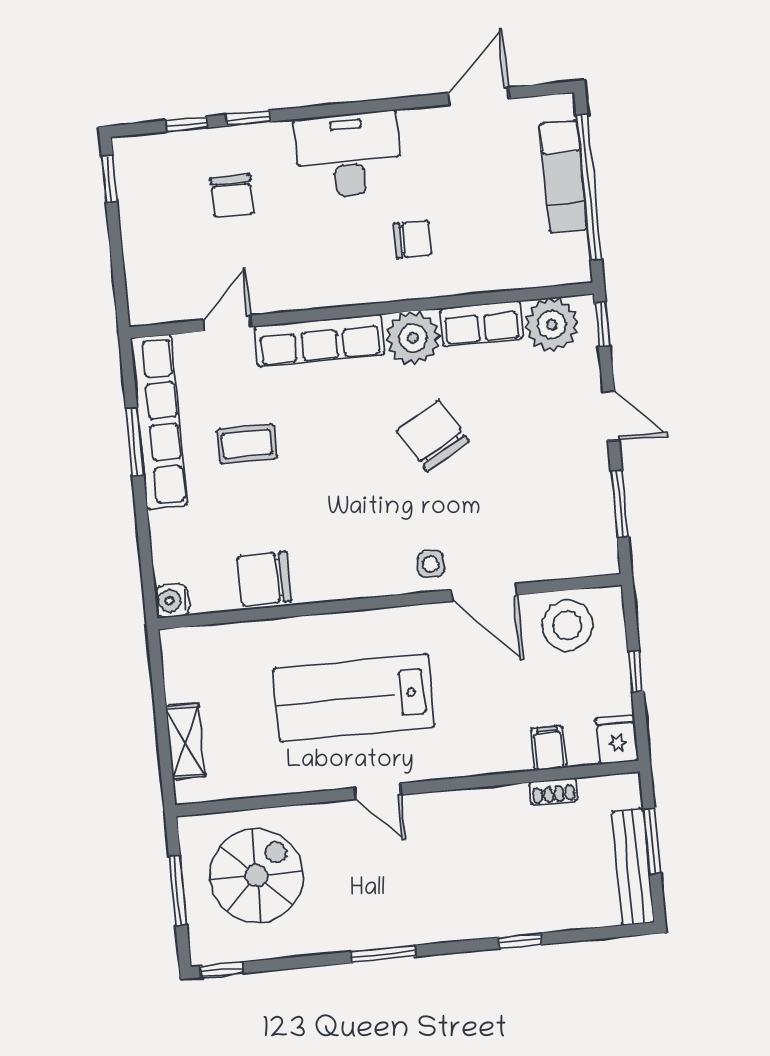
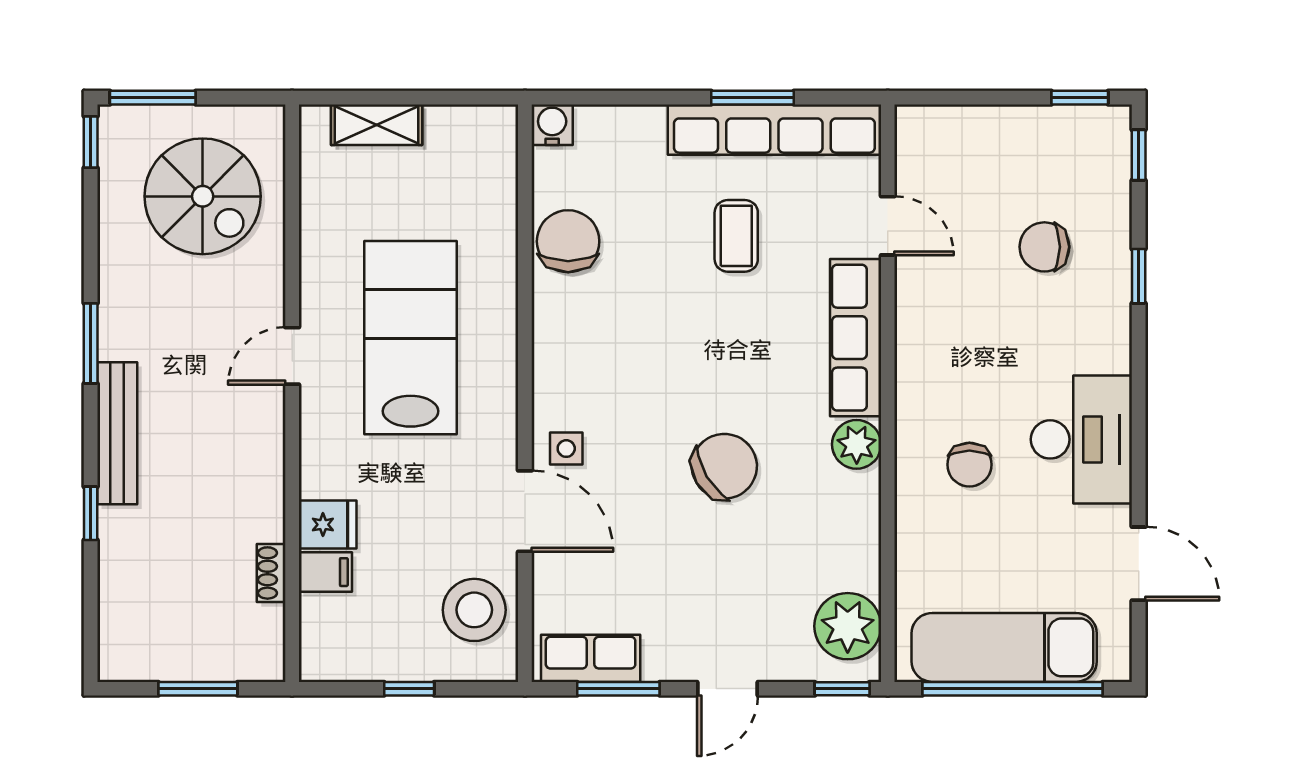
window: (186, 124) -> (1139, 155), moved
desk: (348, 155) -> (1081, 439), moved
exam couch: (563, 177) -> (1004, 647), width x1.36, depth x1.45
row of seats: (481, 323) -> (591, 658), moved, turned 90
plant: (413, 338) -> (857, 444), width x0.73, depth x0.73
door: (484, 592) -> (525, 511), swing flipped
fridge: (617, 740) -> (328, 525), moved
bench: (633, 867) -> (117, 433), moved, turned 90
window: (178, 891) -> (153, 98), moved

